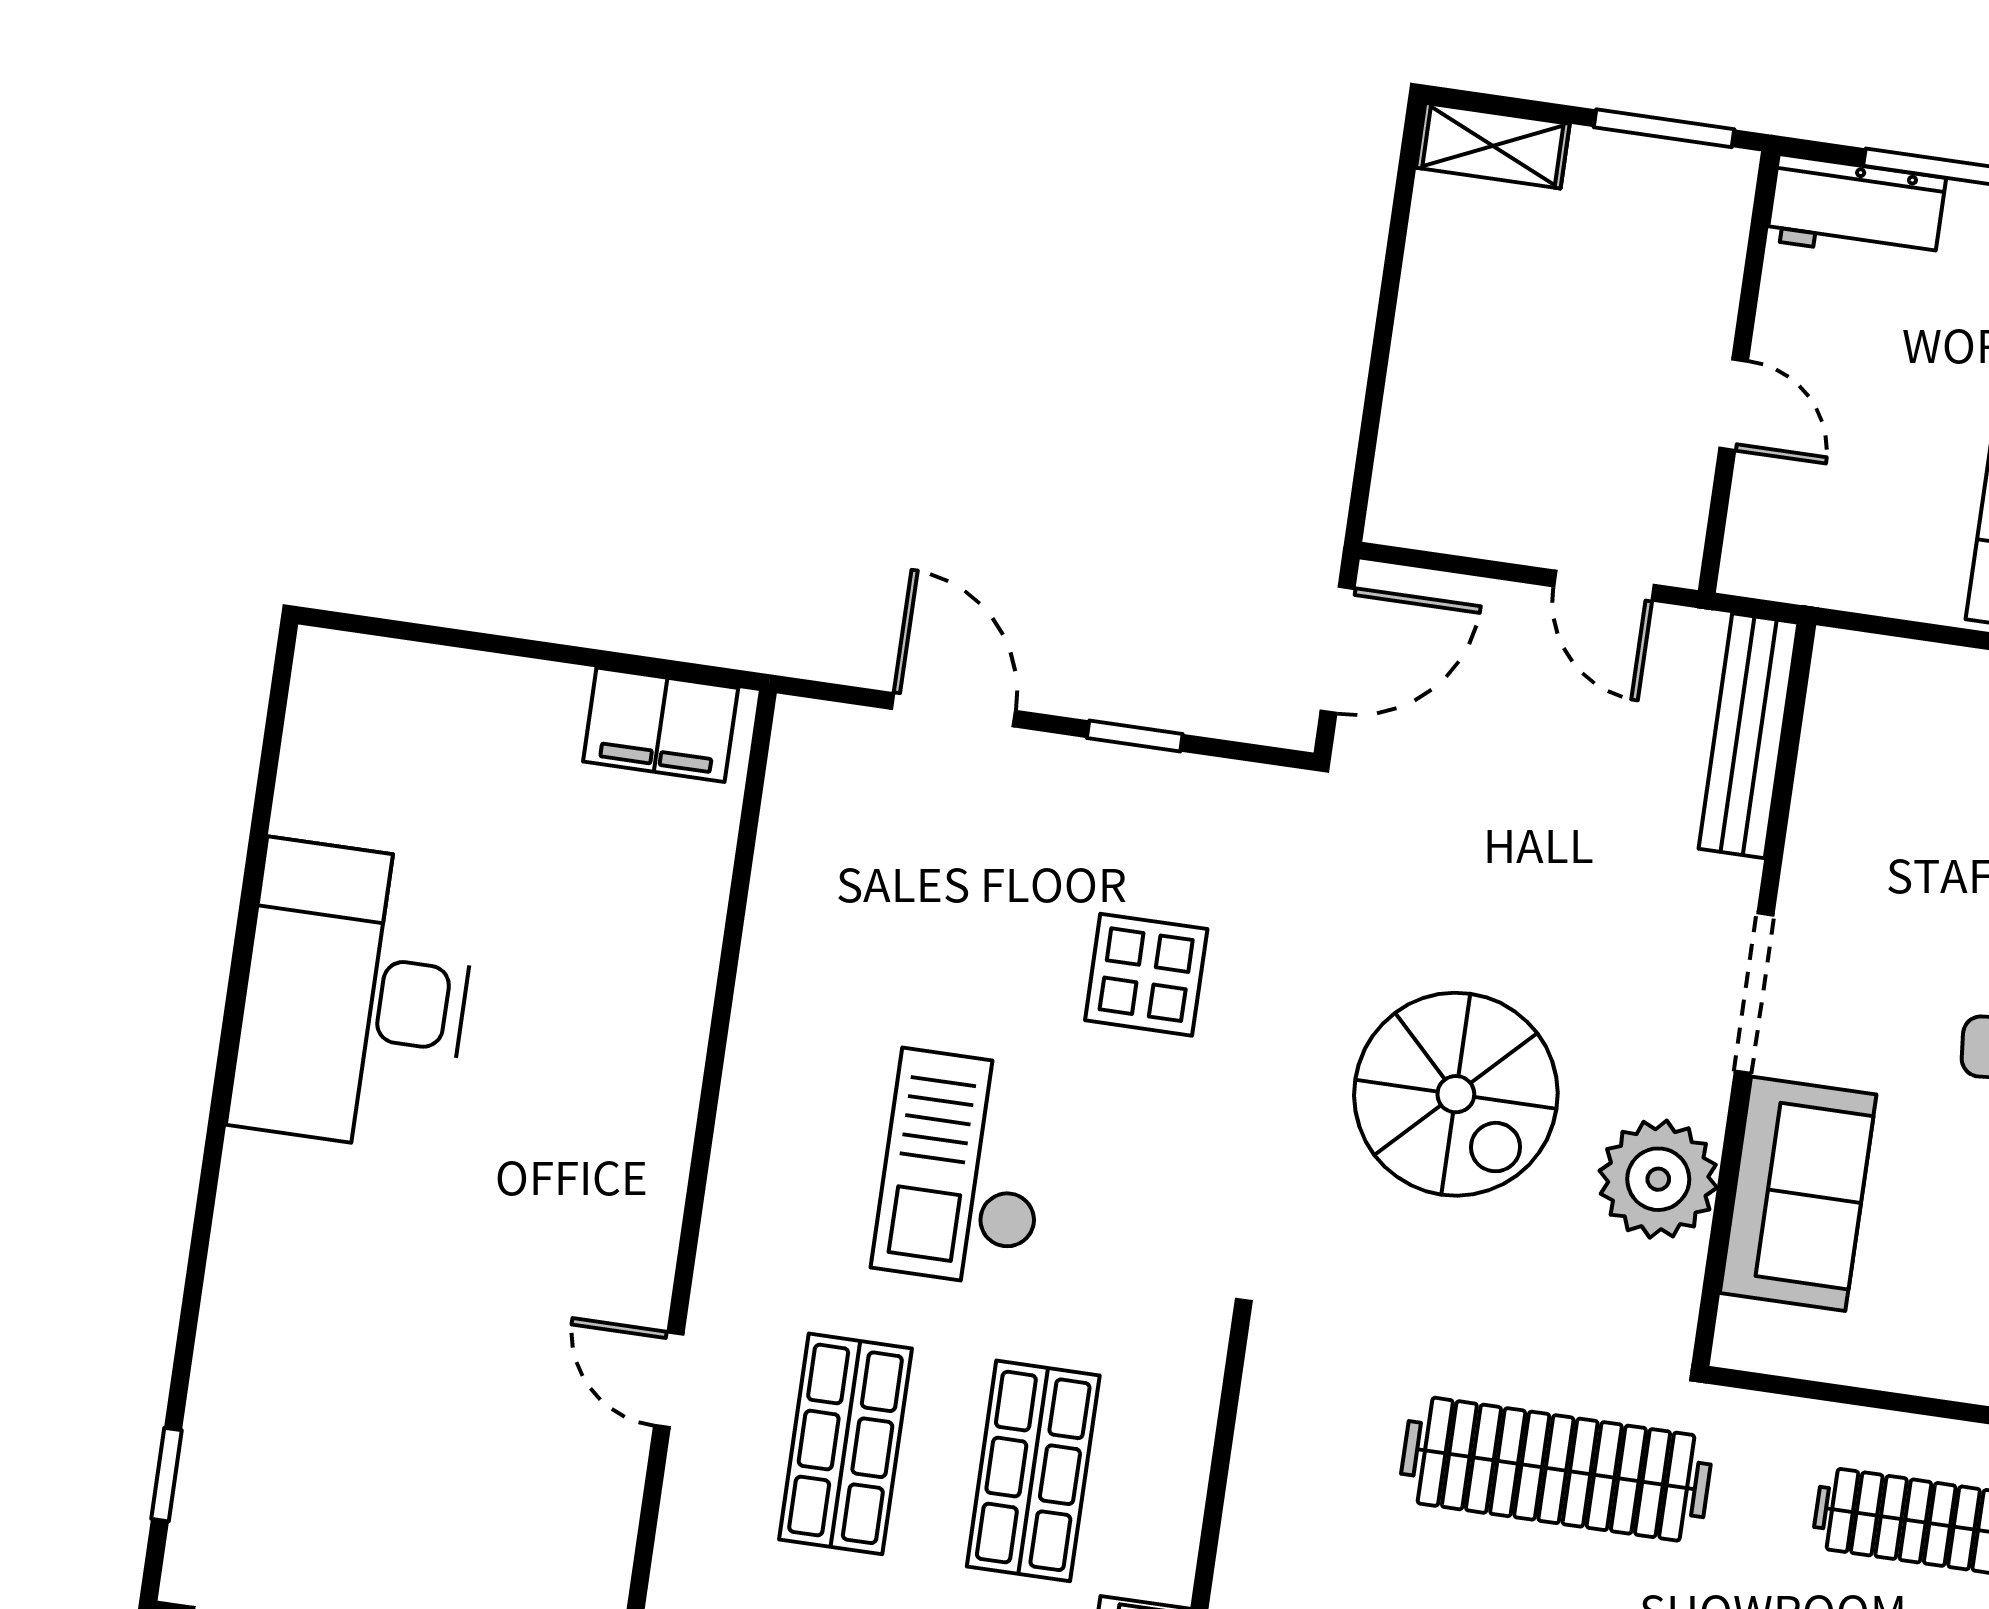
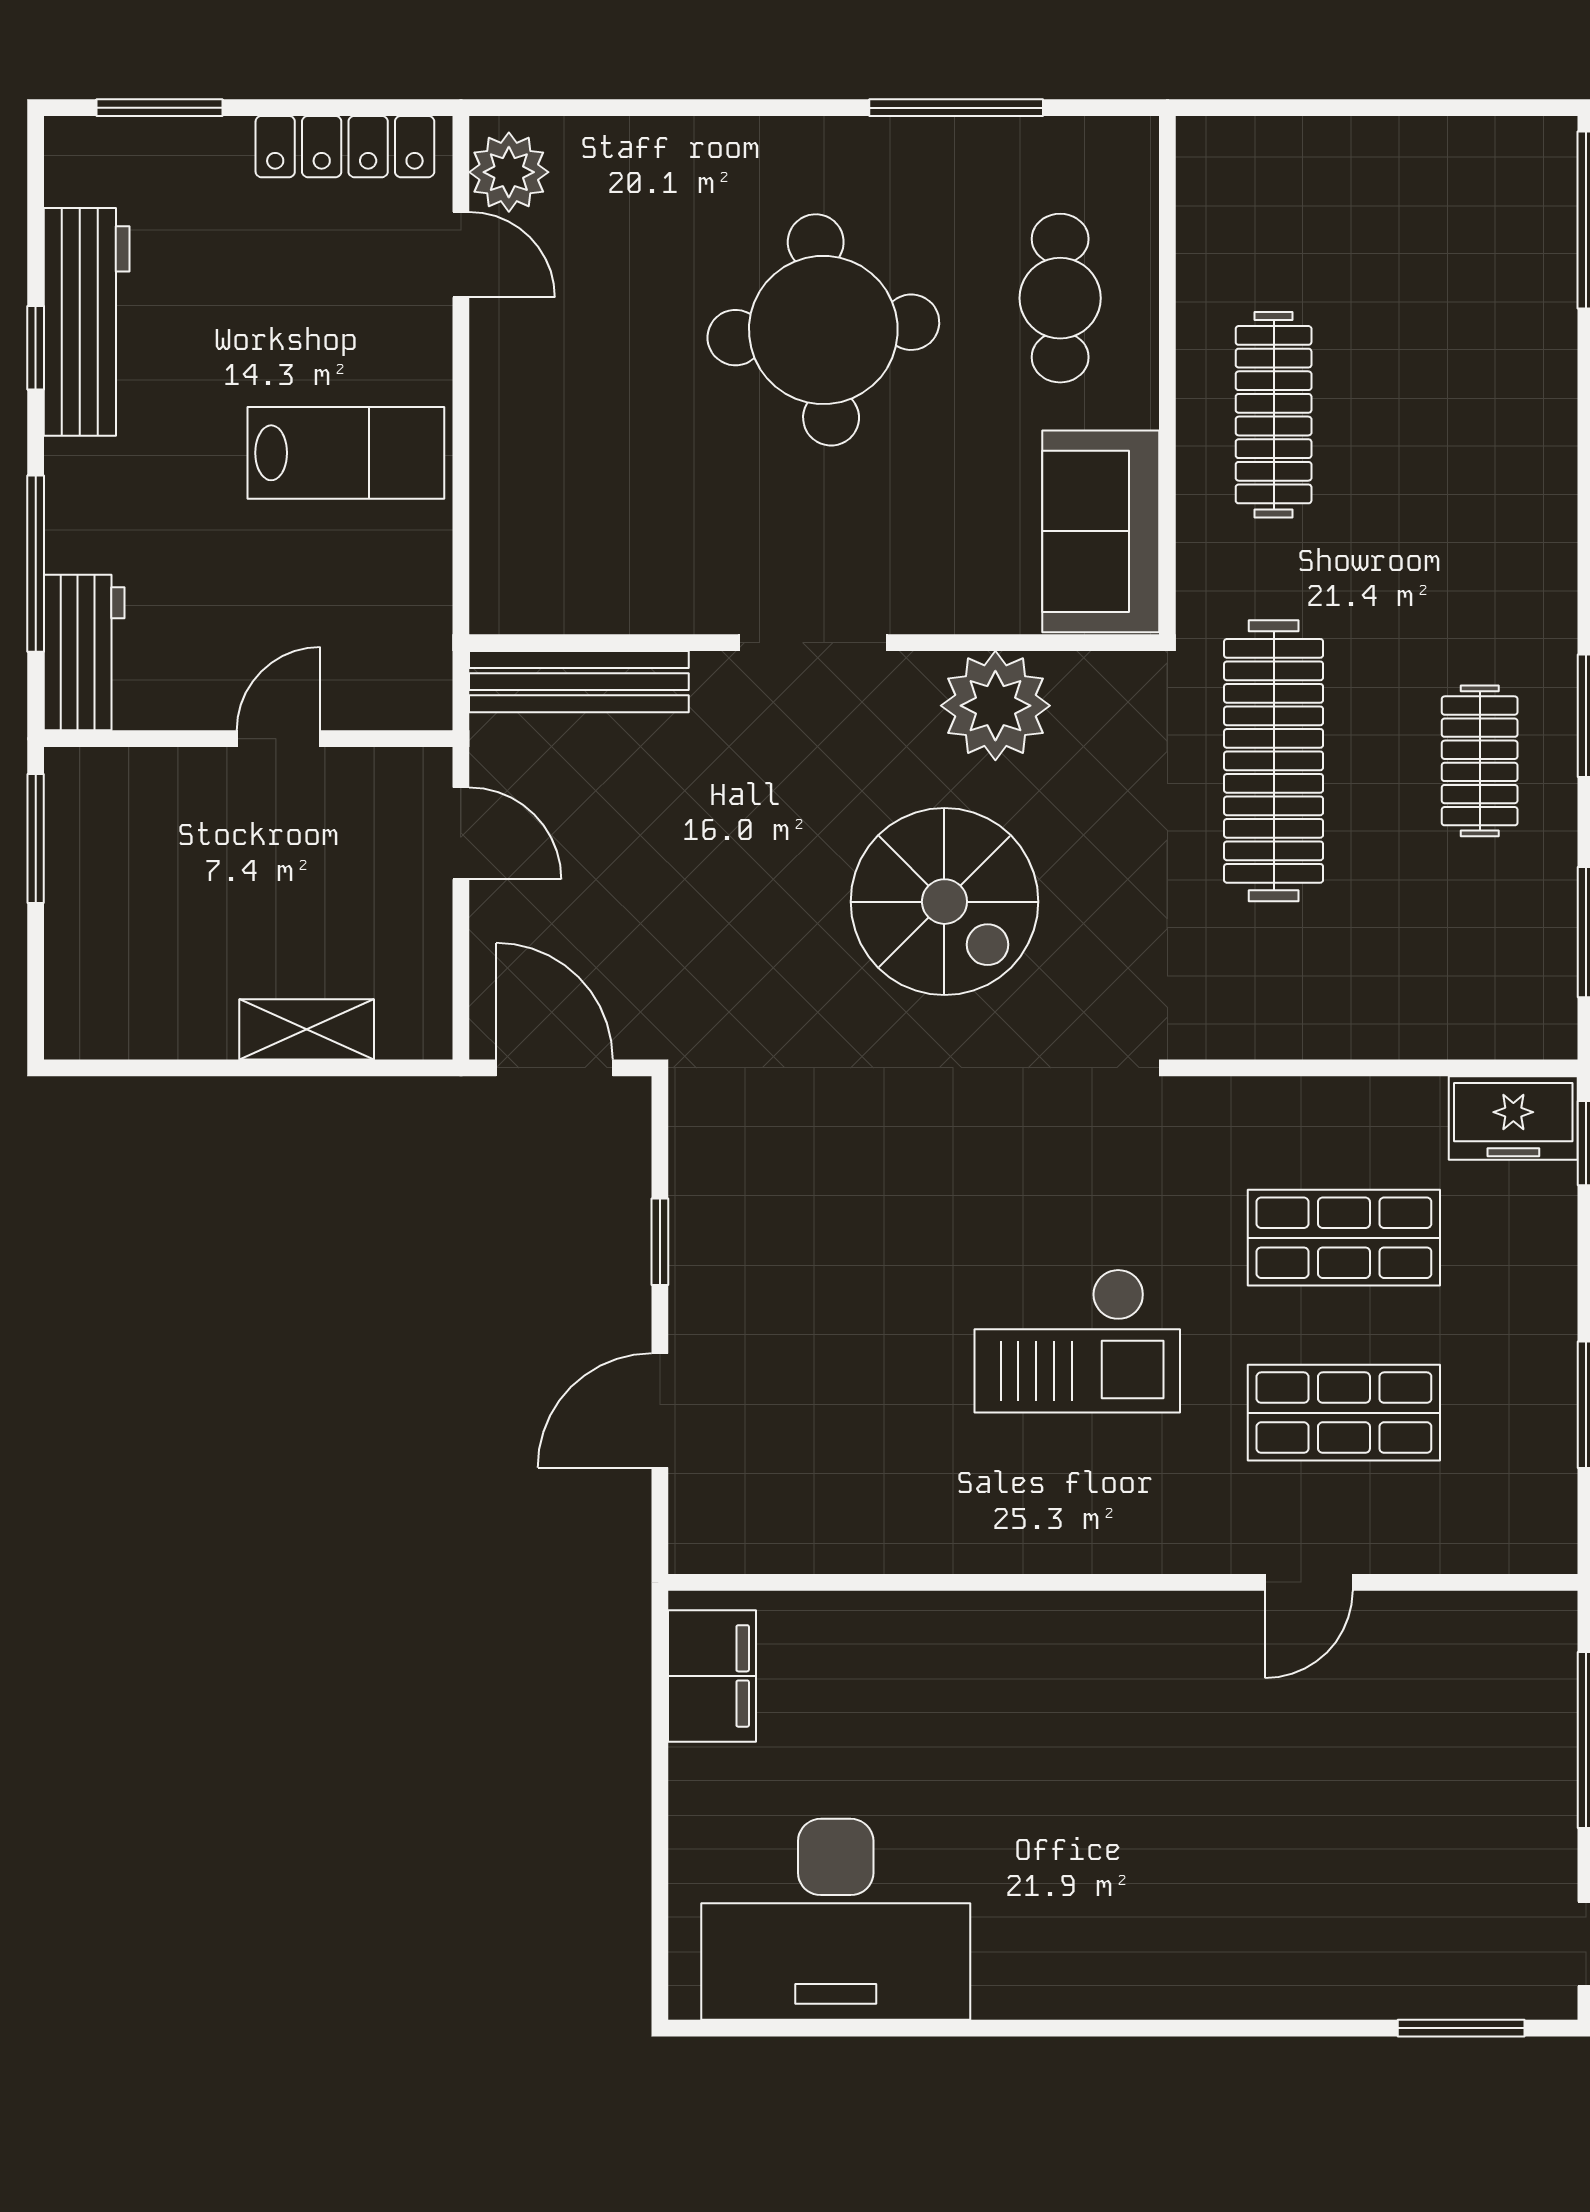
shelving: (1493, 146) -> (307, 1029), moved, turned 90
door: (1604, 586) -> (461, 833), hinge flipped
display table: (1146, 975) -> (876, 1200), removed
desk: (355, 996) -> (836, 1919), moved
spiral stairs: (1456, 1094) -> (944, 902), turned 90
sofa: (1798, 1194) -> (1101, 531), moved, turned -90
window: (166, 1475) -> (1461, 2028), width x1.50

